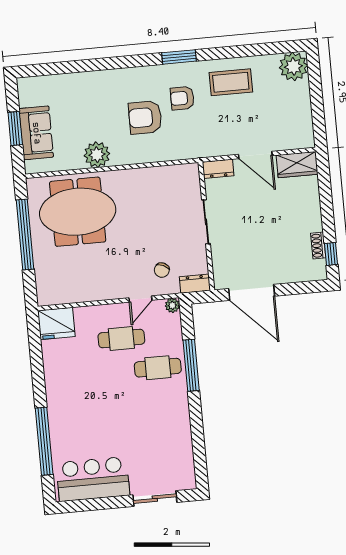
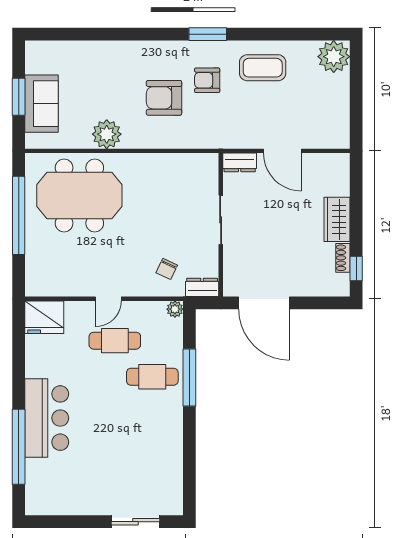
wardrobe: (297, 165) -> (337, 219), moved, turned 90
door: (140, 299) -> (108, 299), moved
bar counter: (93, 479) -> (47, 418), moved, turned 90

